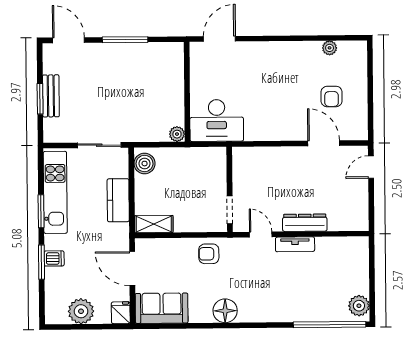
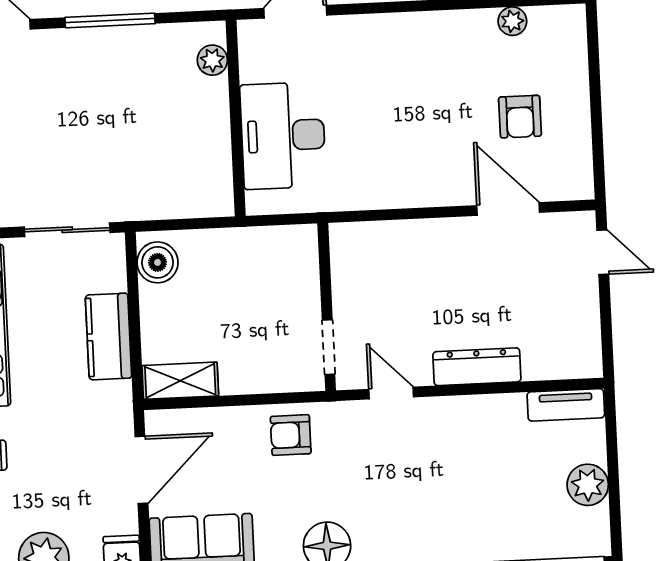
desk: (217, 120) -> (283, 136), moved, turned 90
plant: (177, 134) -> (212, 60), moved
door: (371, 167) -> (603, 252), swing flipped
tv unit: (295, 244) -> (566, 405), moved
door: (132, 269) -> (141, 470), swing flipped
plant: (359, 306) -> (588, 485), moved

